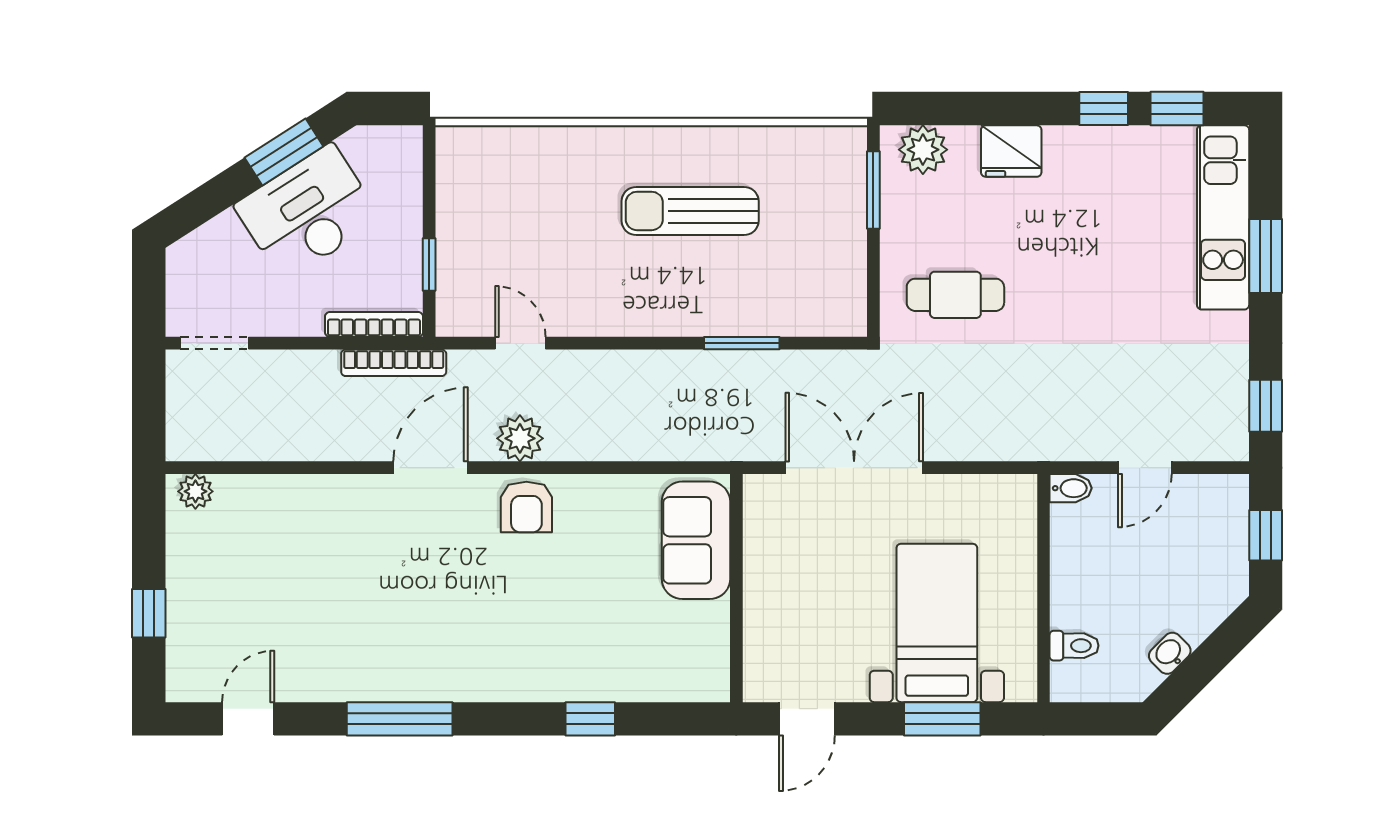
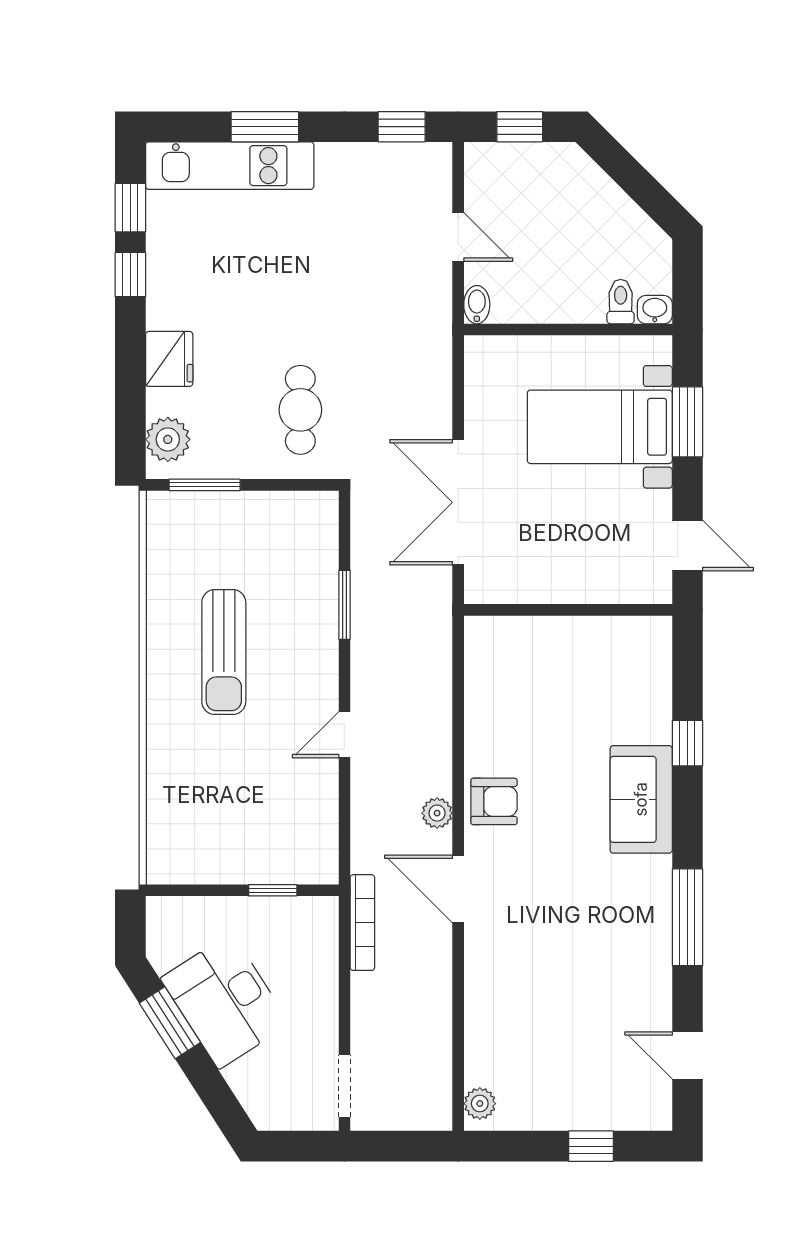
bookcase: (374, 324) -> (327, 941), removed
door: (520, 343) -> (344, 735), moved
plant: (520, 438) -> (437, 813), width x0.73, depth x0.73
sofa: (696, 540) -> (641, 799), moved, turned 90
washbasin: (1170, 653) -> (655, 310), moved, turned 135

